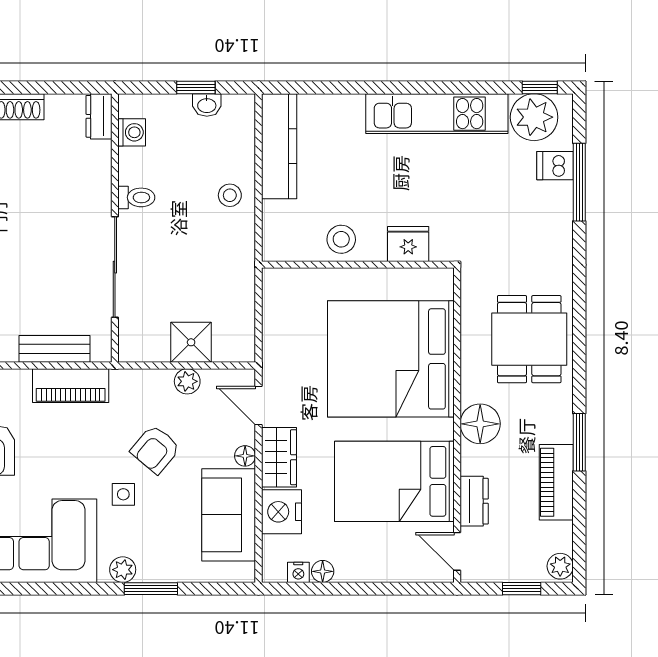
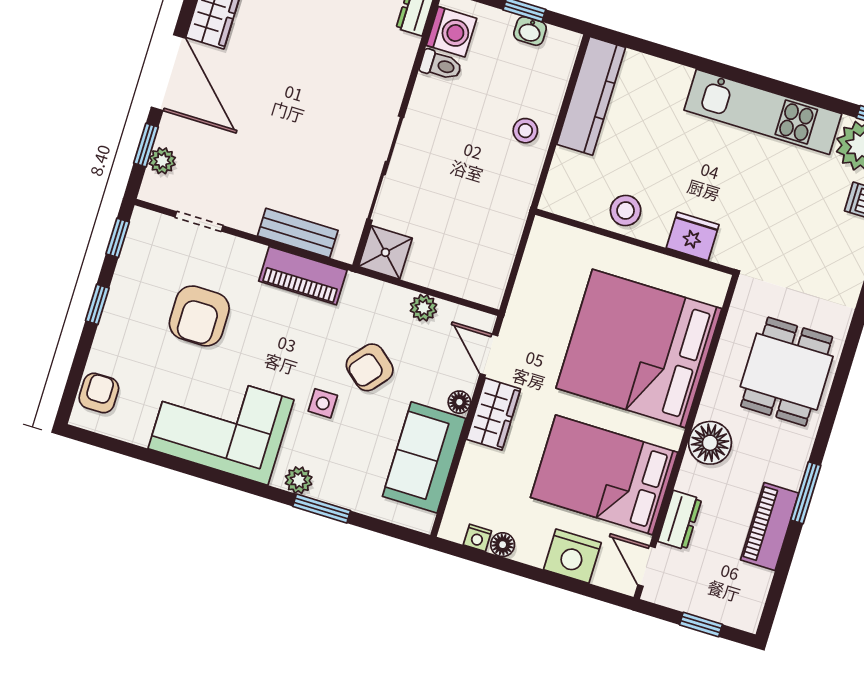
washing machine: (132, 132) -> (451, 32), width x1.38, depth x1.38
toilet: (136, 197) -> (441, 65), moved
shower: (191, 342) -> (385, 252), moved
nightstand: (281, 512) -> (572, 556), moved, turned -90
plant: (560, 566) -> (747, 614), removed

